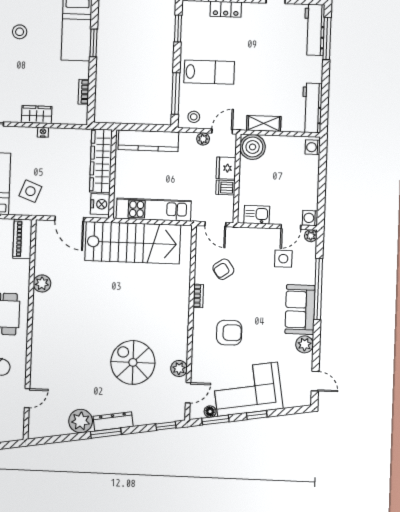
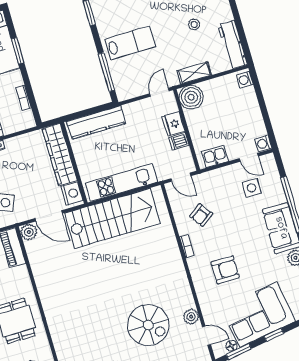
stool: (194, 117) -> (194, 24), moved
plant: (203, 139) -> (145, 105), removed
door: (291, 227) -> (249, 157), hinge flipped
plant: (311, 236) -> (269, 159), removed
plant: (42, 283) -> (29, 232), moved
spiral stairs: (133, 362) -> (148, 325), turned 180
door: (188, 393) -> (206, 336), hinge flipped

